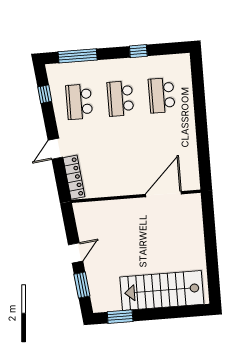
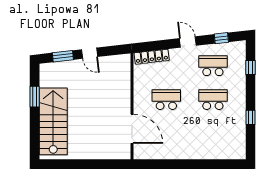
window: (78, 56) -> (251, 67), width x0.46
school desk: (162, 95) -> (166, 100), moved
door: (55, 149) -> (188, 42), moved
window: (120, 317) -> (35, 97), moved

